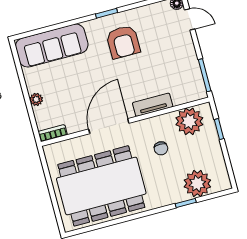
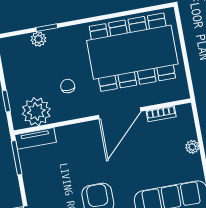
tv unit: (153, 105) -> (35, 138), moved
bookcase: (53, 133) -> (161, 114), moved
plant: (197, 184) -> (38, 39), width x0.53, depth x0.53

